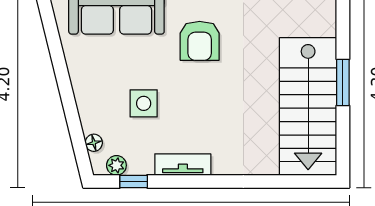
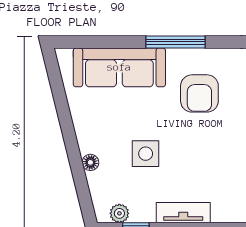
floor lamp: (94, 143) -> (90, 162), moved

